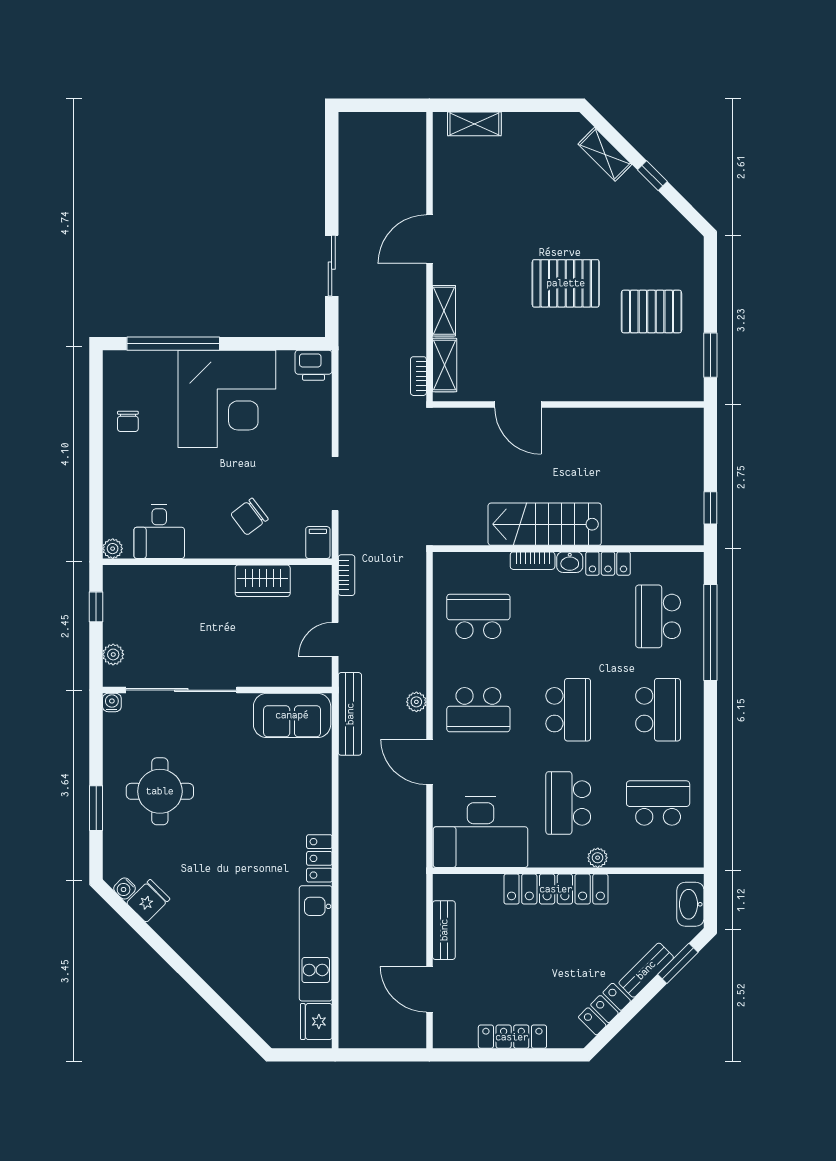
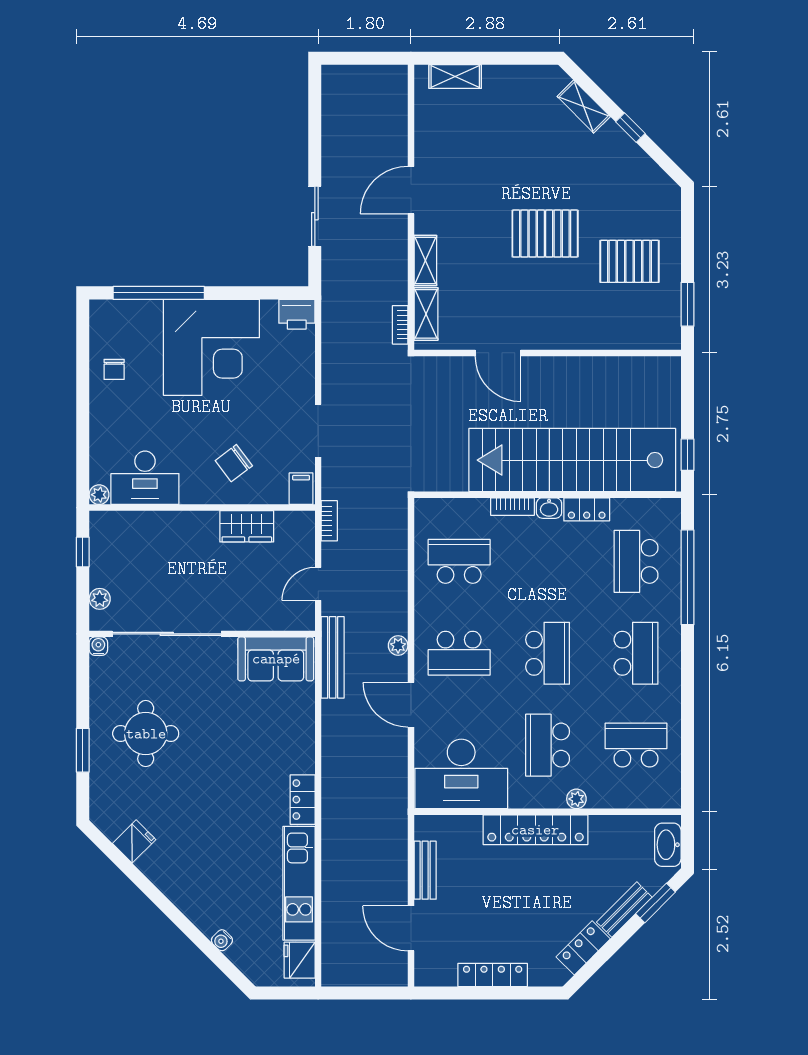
stairs: (545, 524) -> (572, 460), width x1.86, depth x1.51
desk: (159, 531) -> (145, 478), width x1.37
water cooler: (125, 888) -> (222, 940), moved

